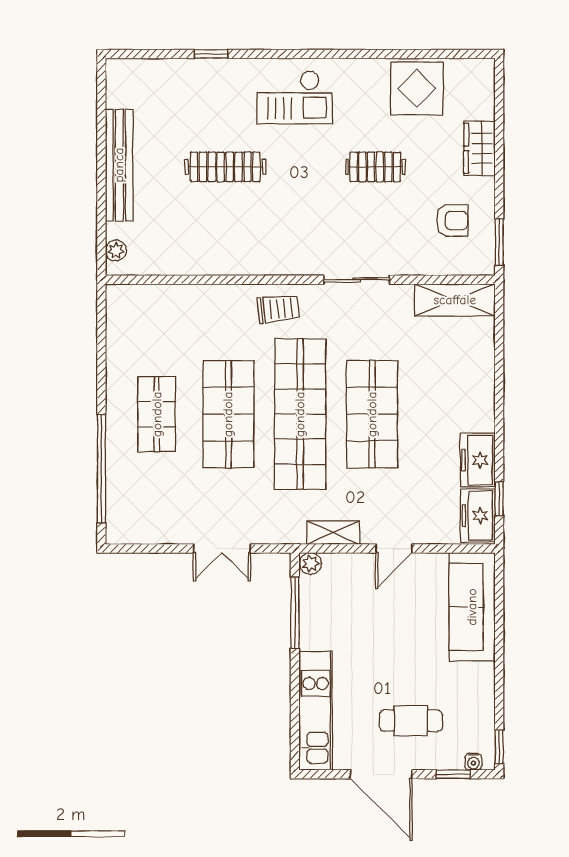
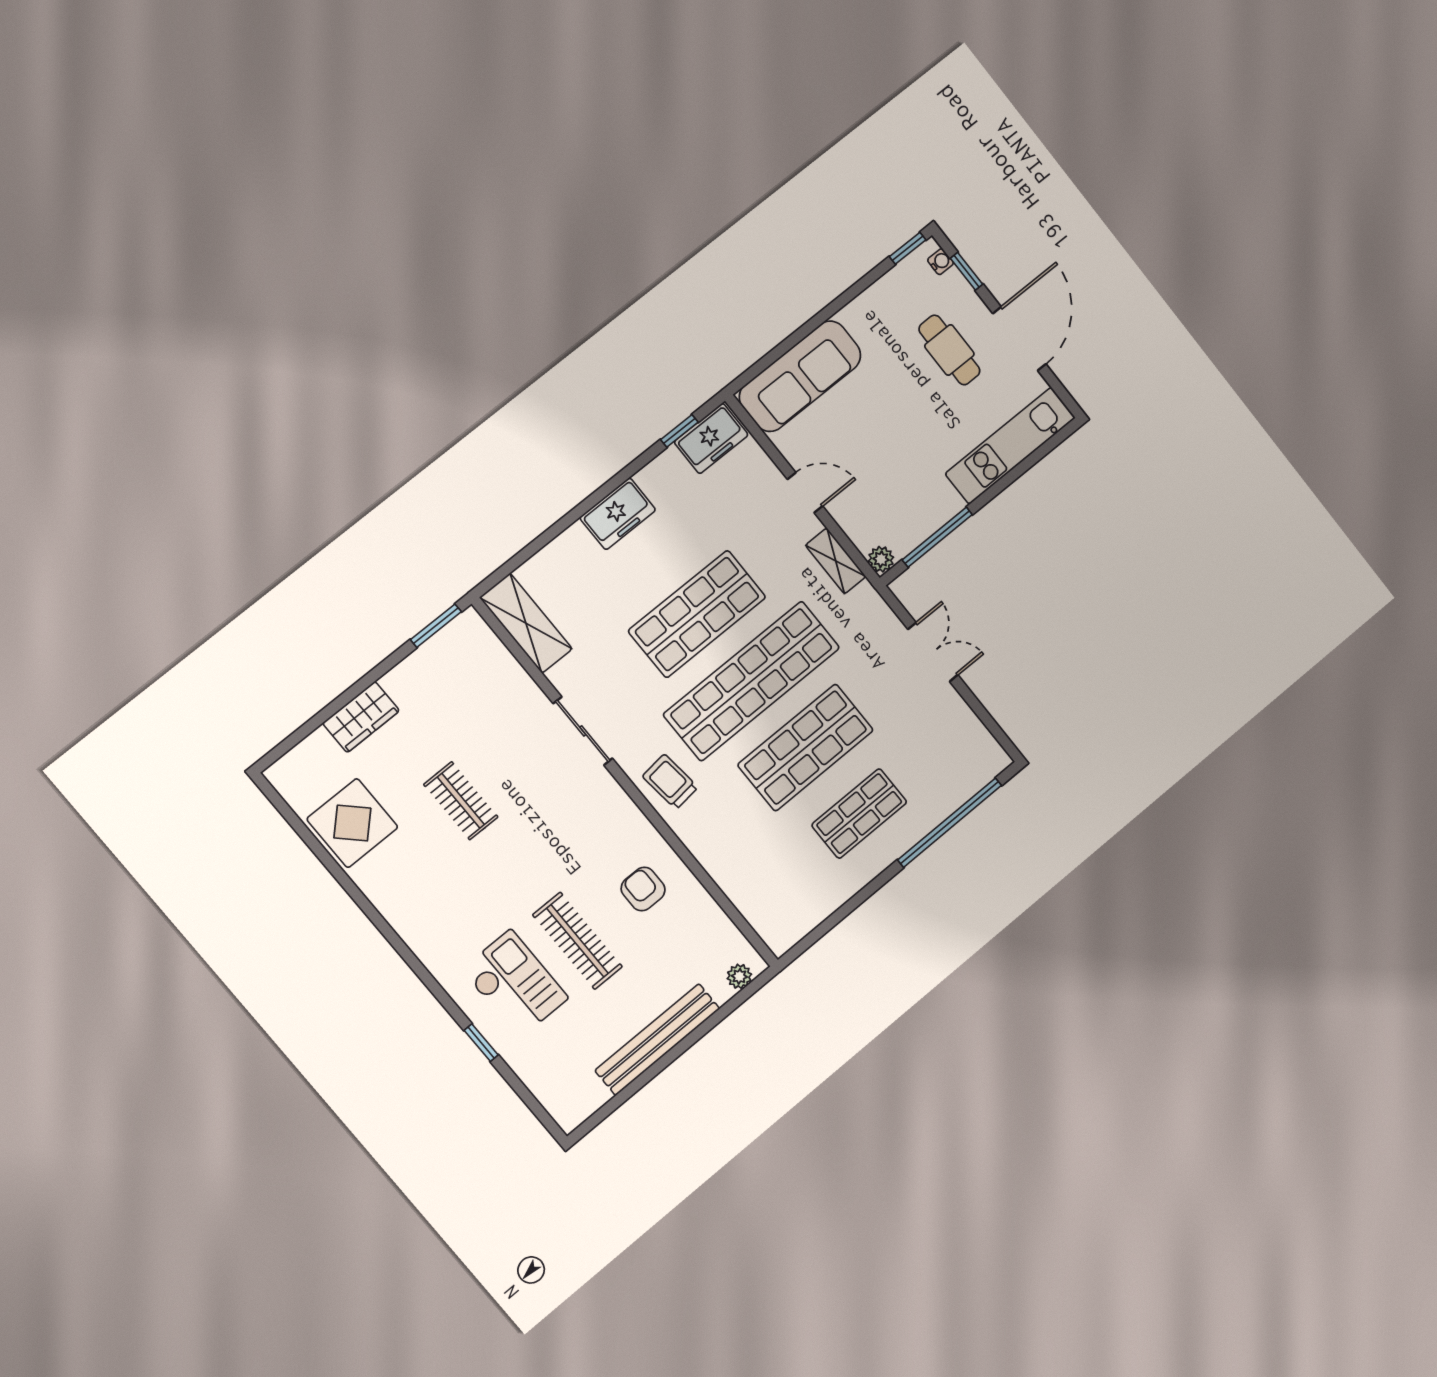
checkout: (295, 97) -> (515, 984), moved
armchair: (452, 220) -> (643, 889), moved
freezer: (478, 460) -> (618, 514), moved

